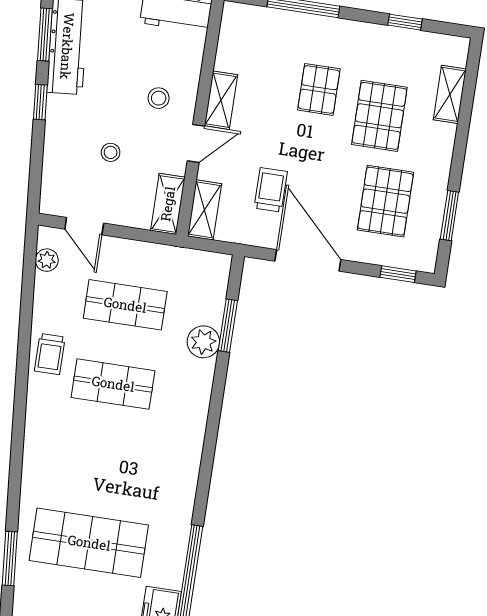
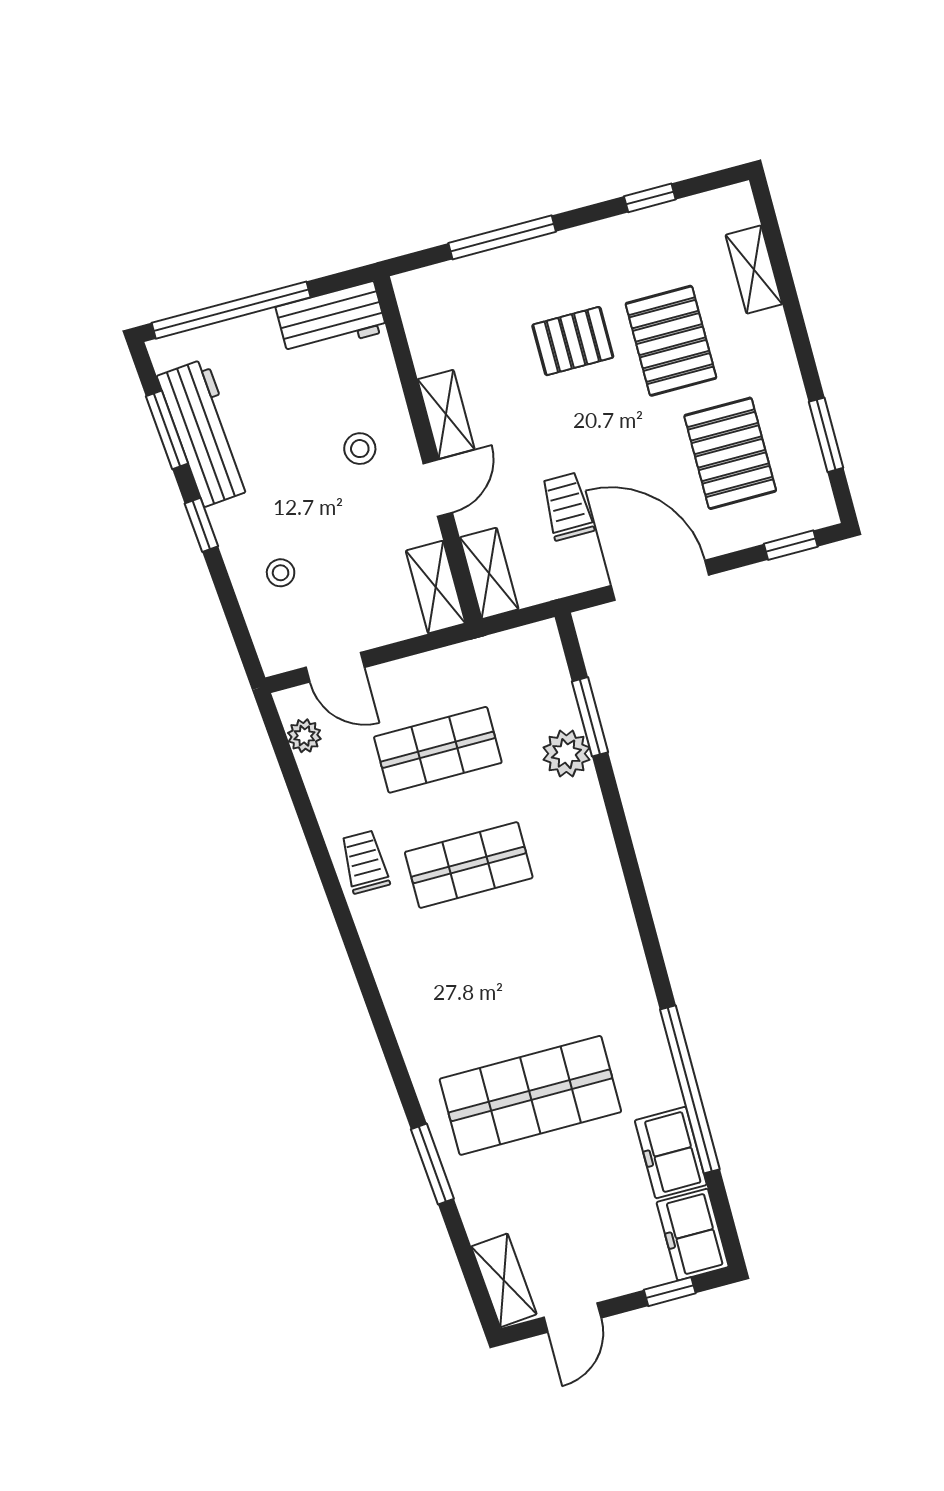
pallet: (319, 89) -> (573, 341), turned 90
stool: (111, 152) -> (281, 573), moved
trolley: (50, 354) -> (365, 862), turned 180

